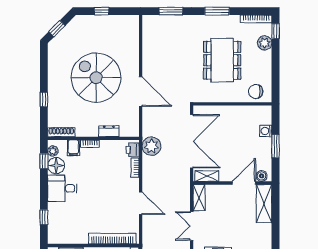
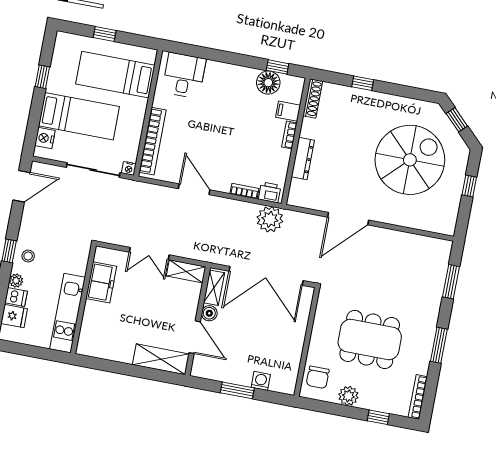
window: (275, 31) -> (378, 417), moved
plant: (265, 43) -> (348, 396), moved
spiral stairs: (96, 78) -> (410, 160), moved
chair: (256, 92) -> (318, 377), turned 180
dresser: (109, 131) -> (303, 158), width x1.44
plant: (53, 151) -> (289, 82), removed
boiler: (262, 176) -> (209, 313), moved
desk: (62, 188) -> (184, 75), moved
door: (141, 203) -> (194, 189), swing flipped
window: (44, 217) -> (200, 52), removed
double door: (192, 226) -> (149, 254), swing flipped

